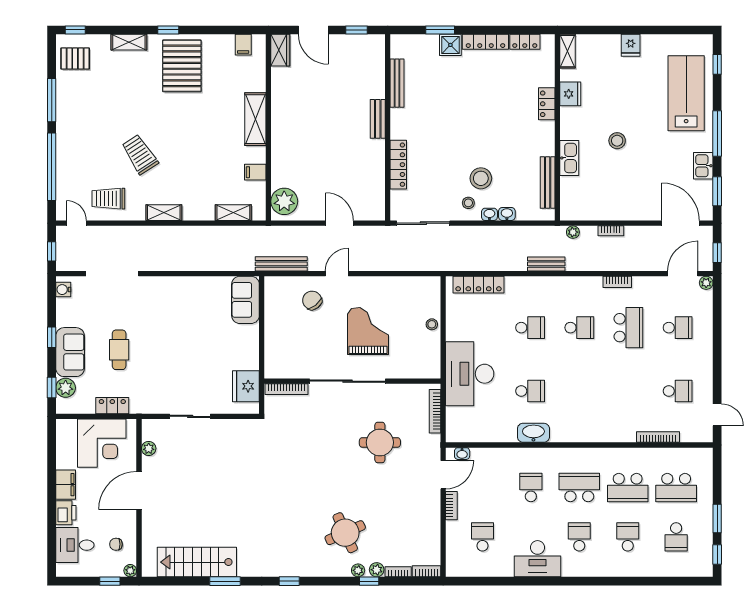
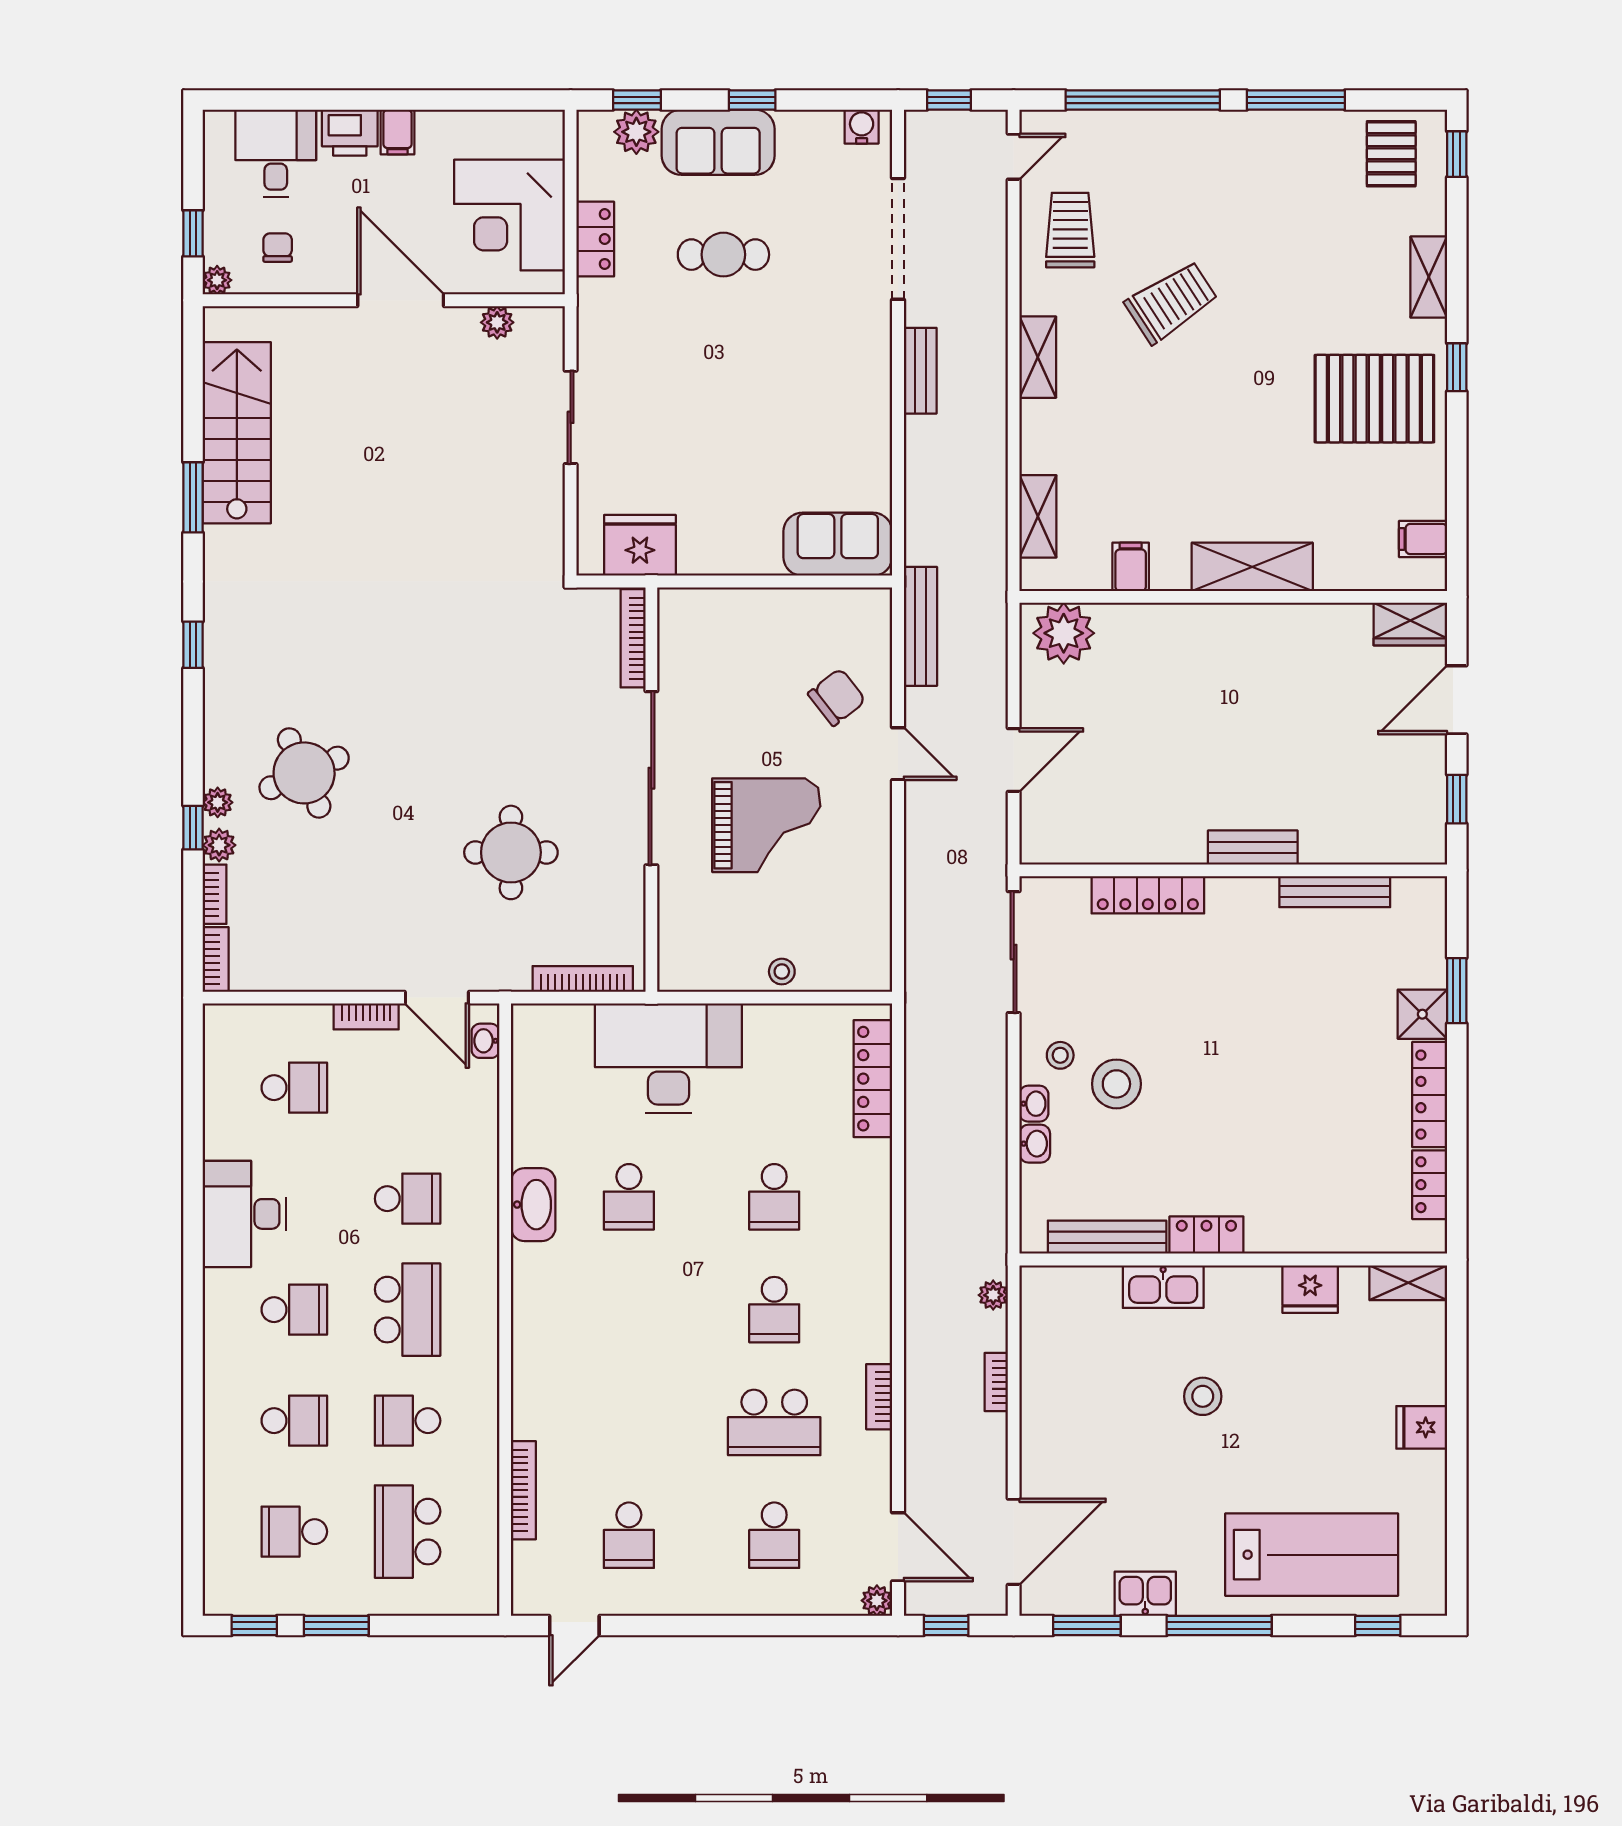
locker: (547, 104) -> (1206, 1235), moved
bench: (546, 264) -> (920, 371), moved
filing cabinet: (66, 485) -> (397, 132), width x0.50
school desk: (628, 488) -> (408, 1421), width x0.54

